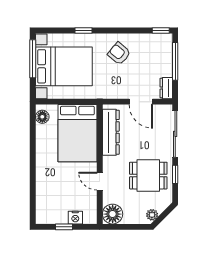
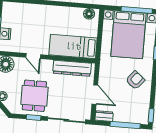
door: (141, 102) -> (95, 95), swing flipped
bed: (77, 133) -> (73, 46), width x0.67
door: (100, 181) -> (33, 56), swing flipped

